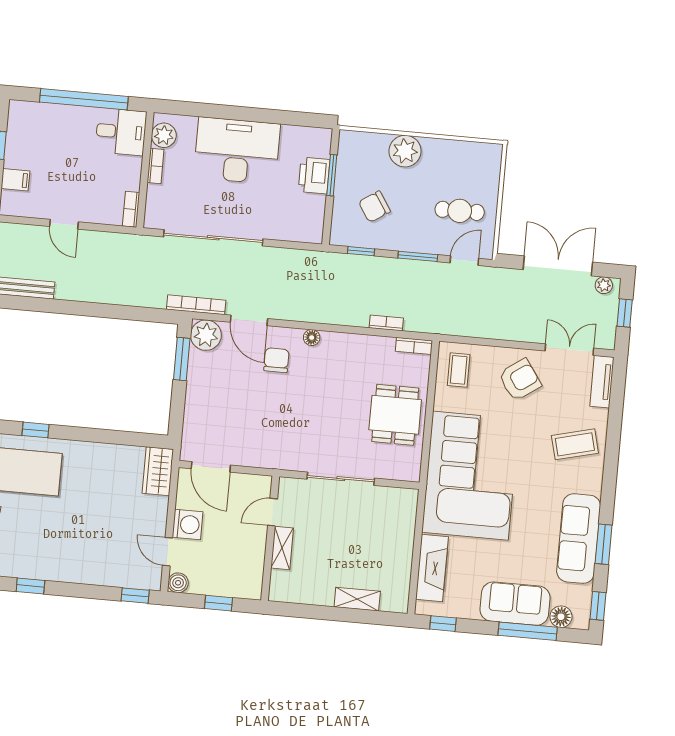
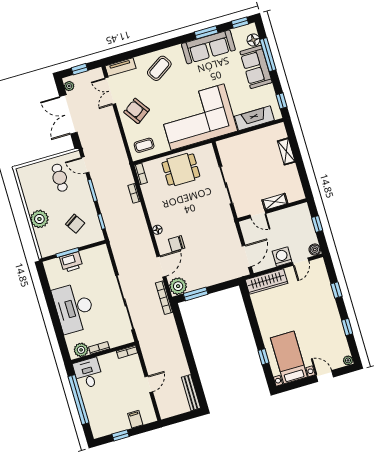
coffee table: (575, 444) -> (159, 68), turned 71
wardrobe: (158, 471) -> (266, 281), width x1.50
window: (135, 596) -> (336, 290), moved

